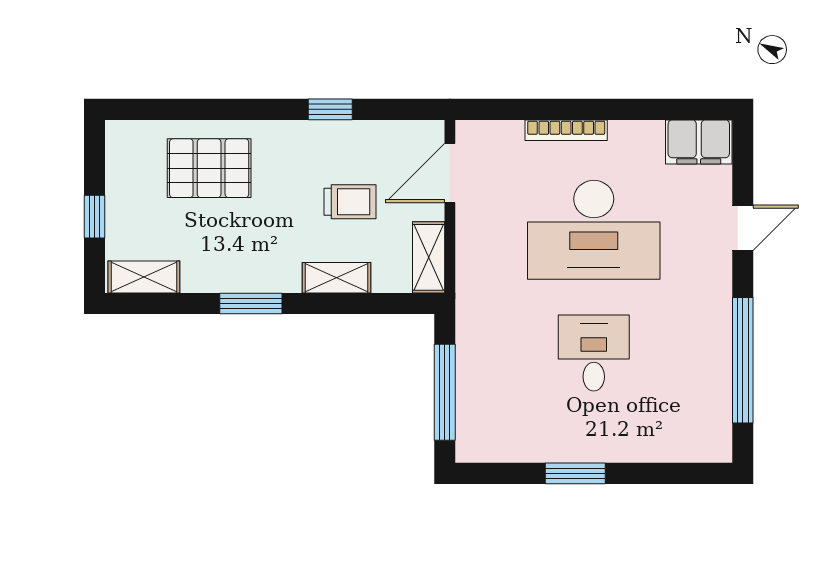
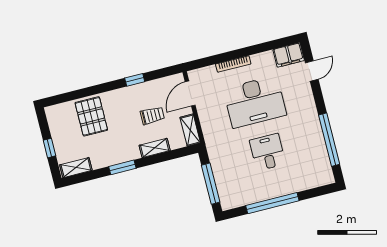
pallet: (209, 168) -> (91, 116), turned 90
door: (743, 228) -> (312, 71), moved
window: (575, 473) -> (272, 203), width x2.11

